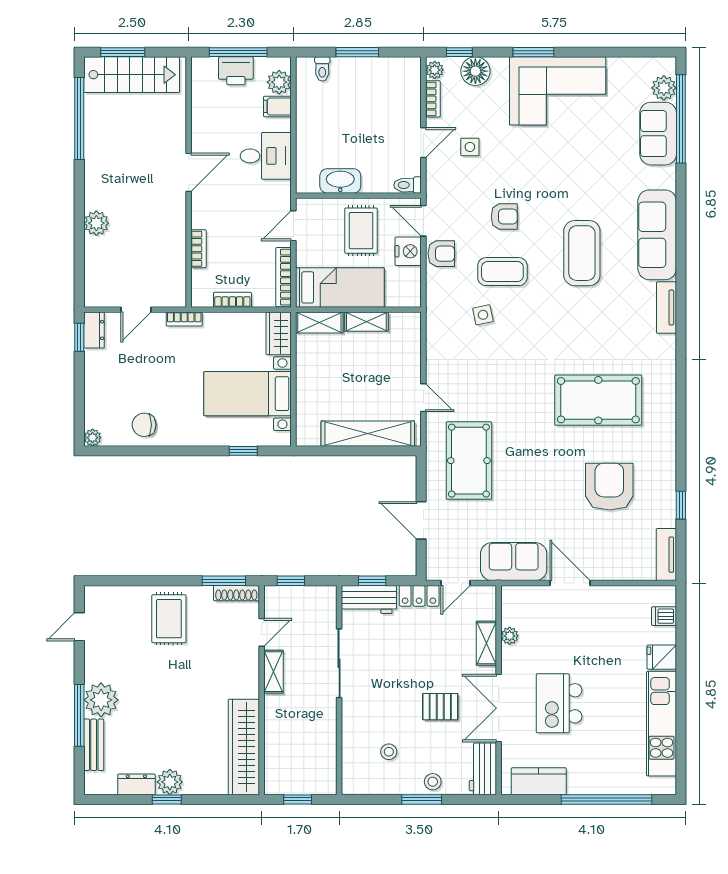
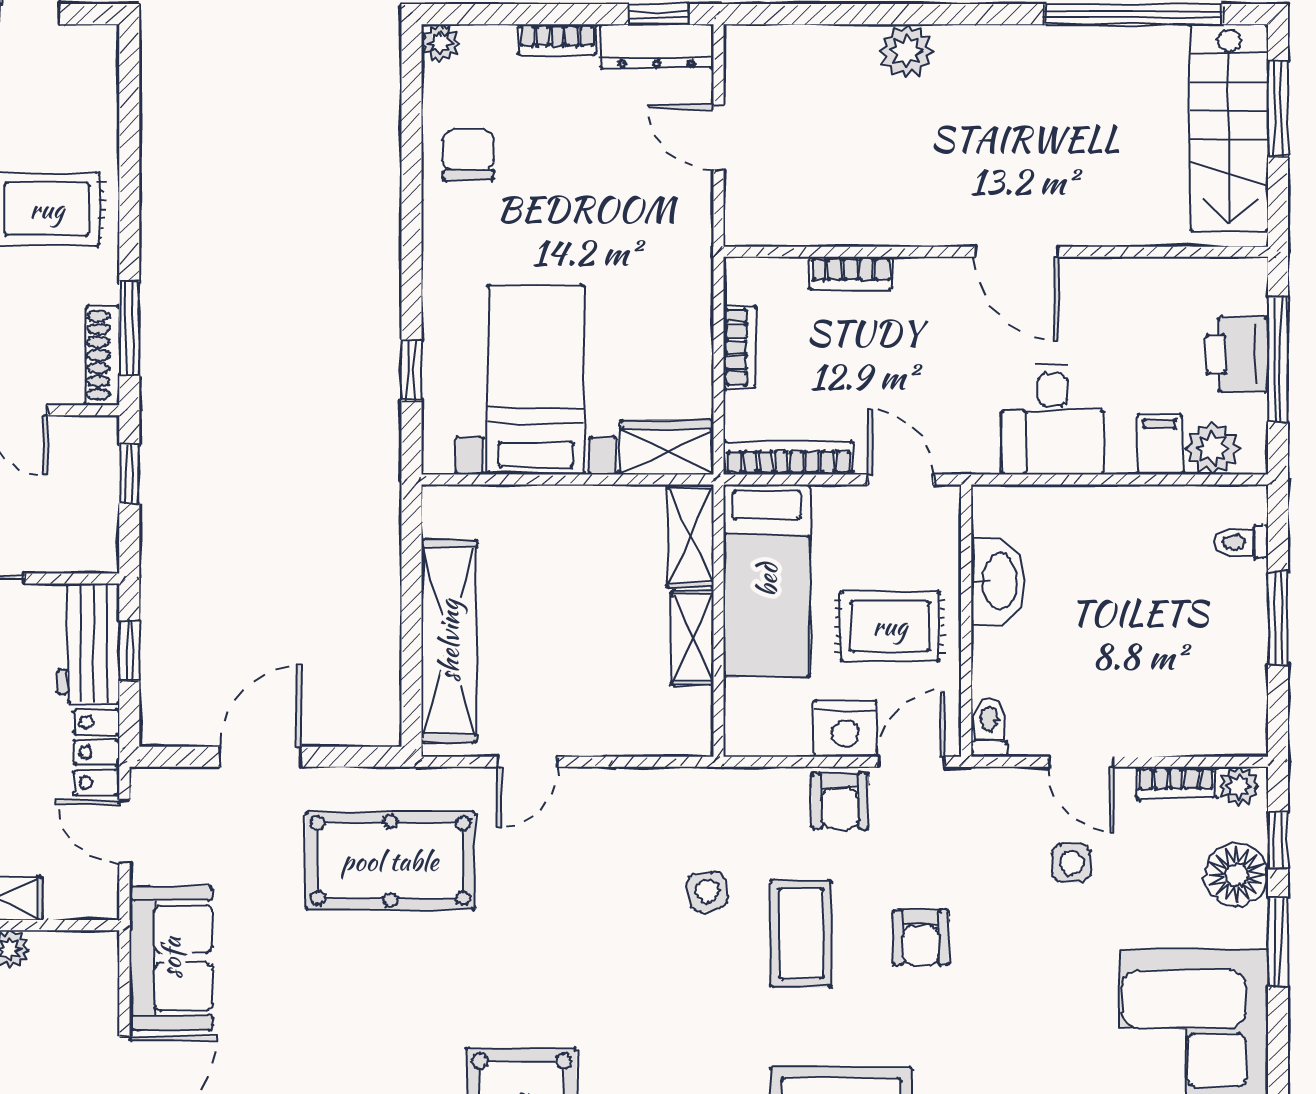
window: (533, 52) -> (1278, 942), moved
bookcase: (184, 319) -> (557, 40), moved, turned -90
dresser: (94, 330) -> (657, 46), width x1.44

